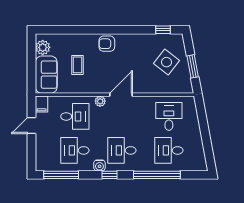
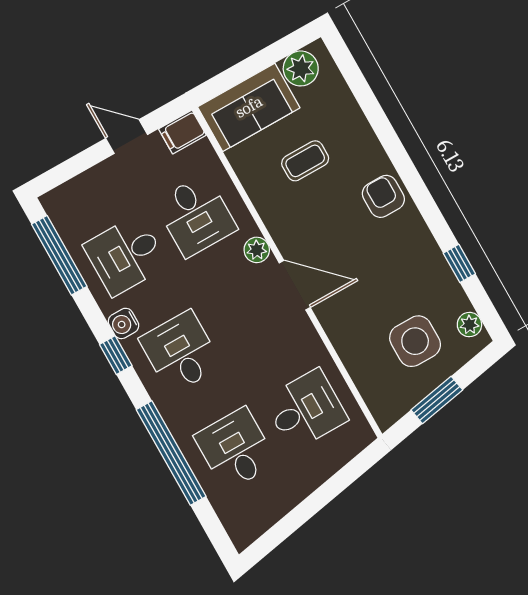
window: (163, 30) -> (459, 263), moved
plant: (172, 39) -> (469, 325), added
side table: (167, 62) -> (415, 341), turned -38
desk: (75, 150) -> (126, 255), turned -90

